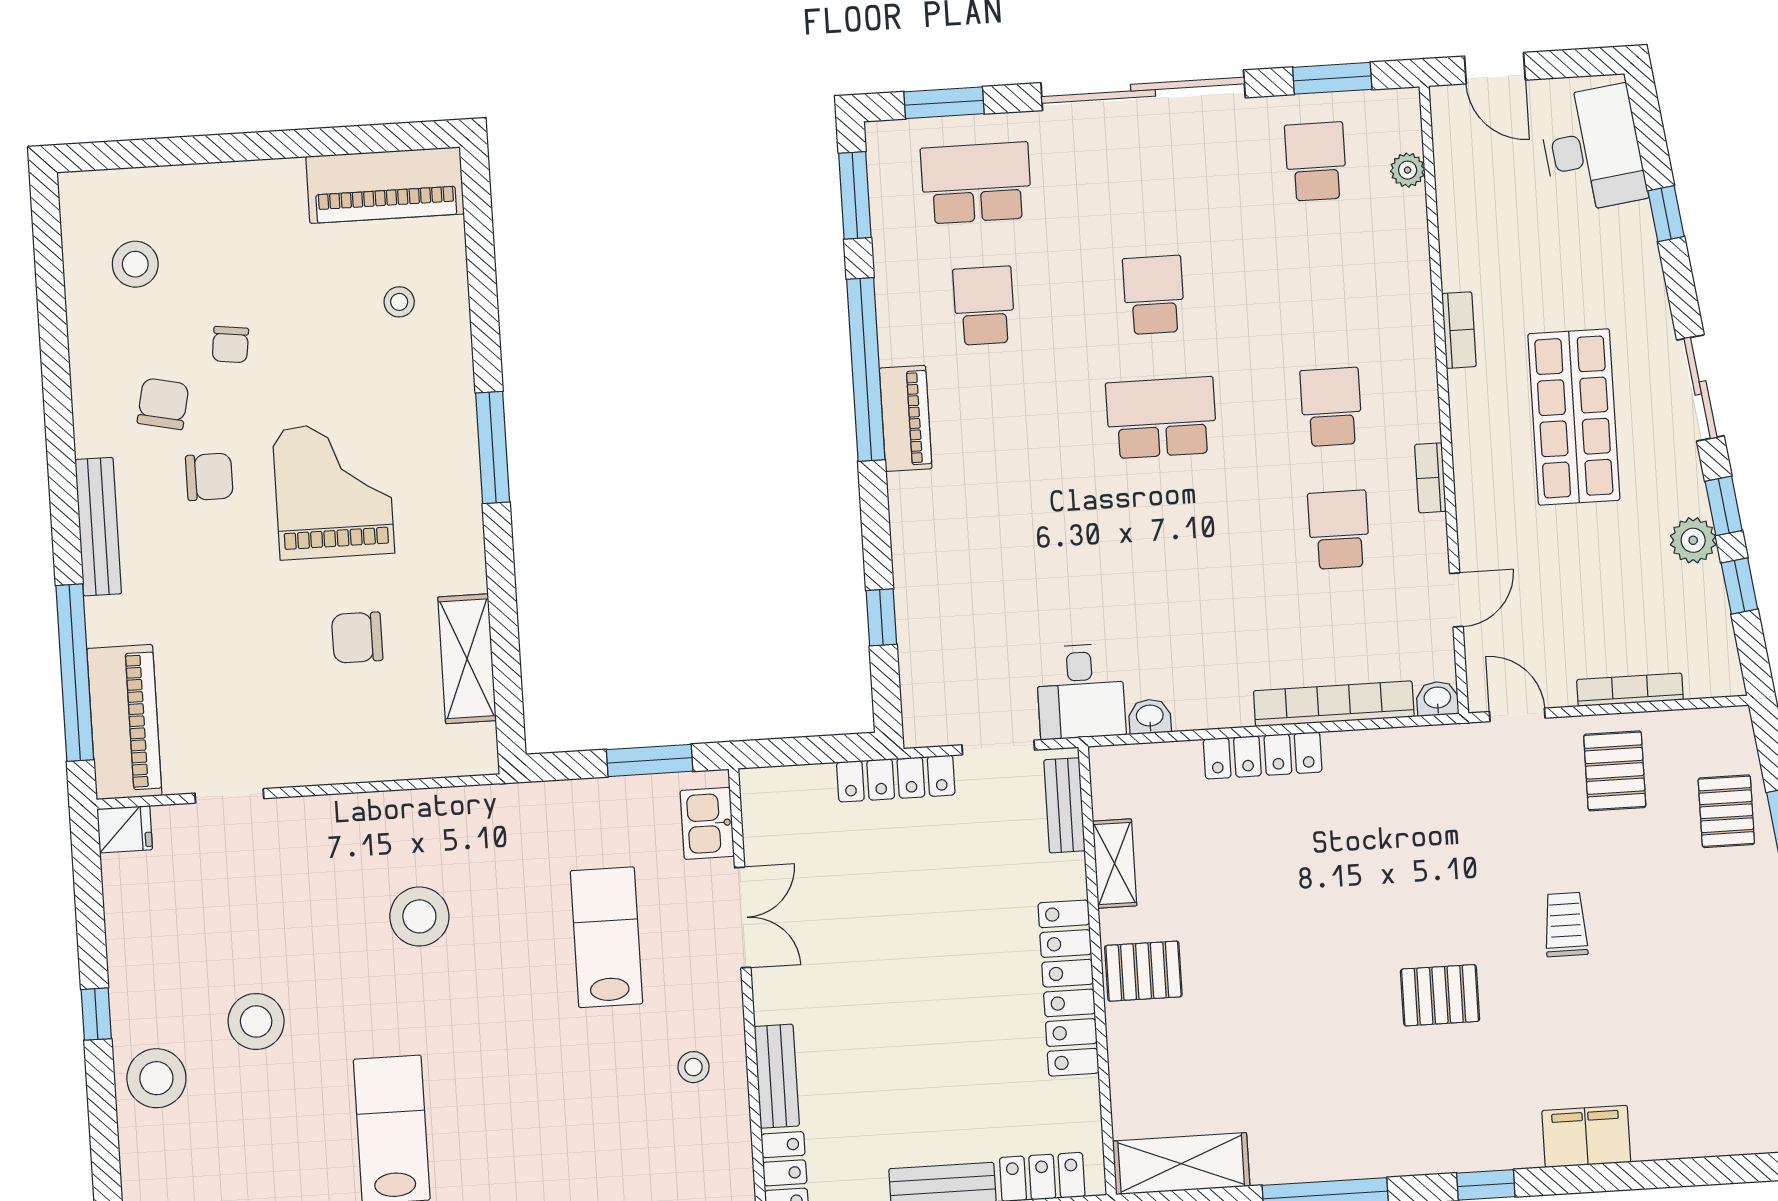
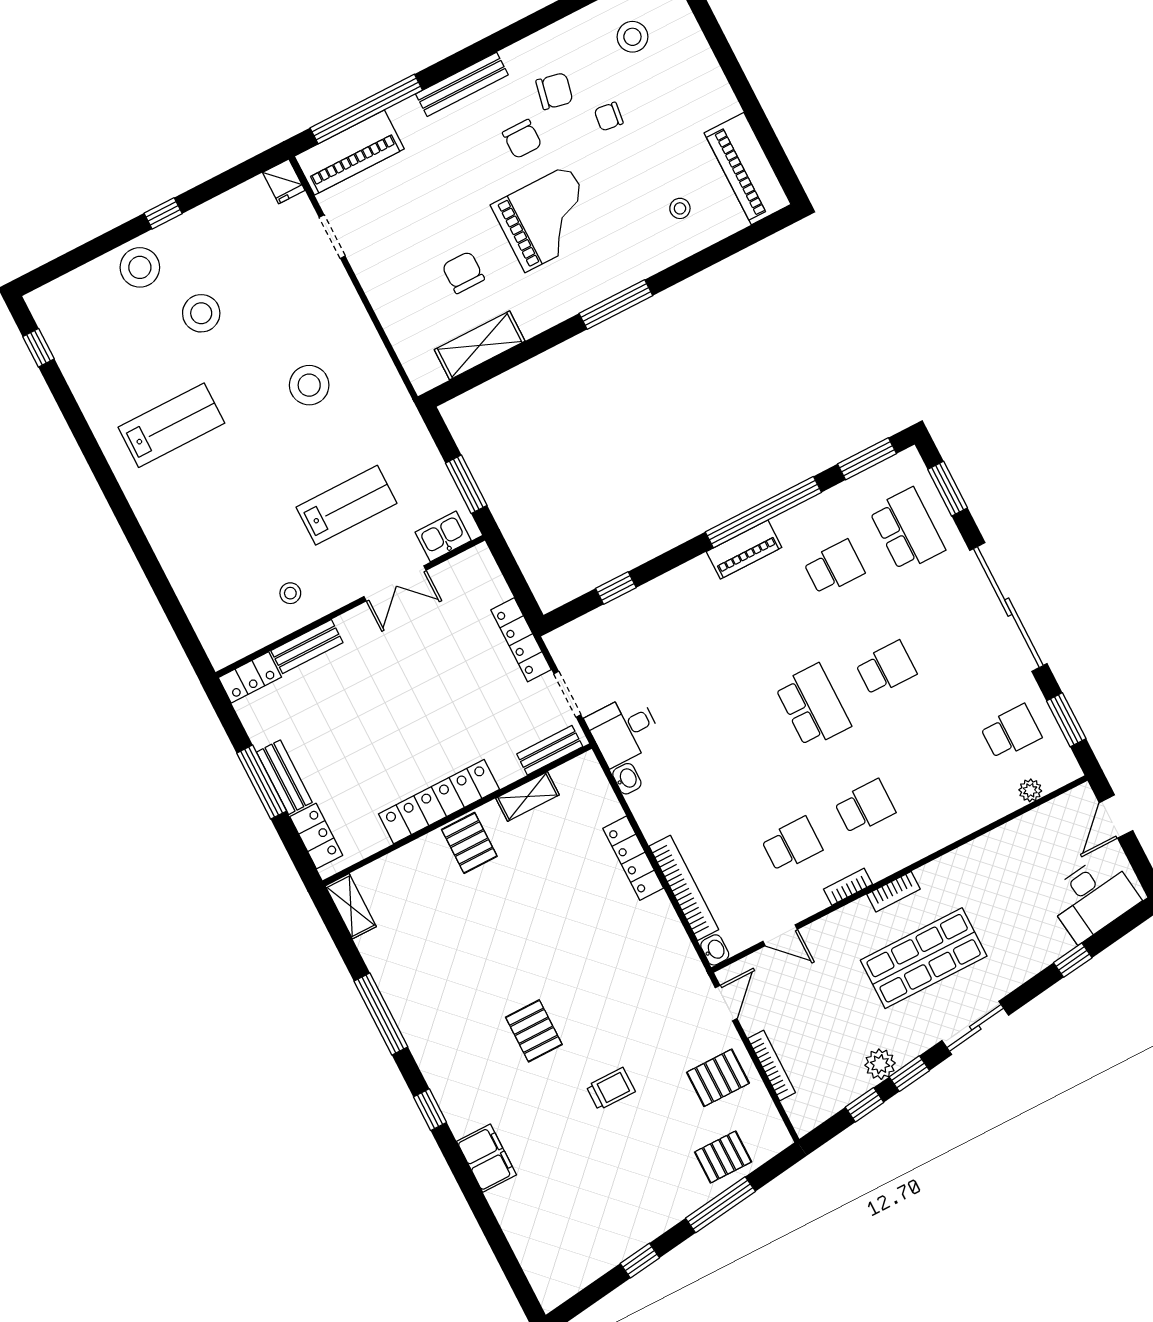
bookcase: (1459, 330) -> (893, 892), moved
shelving: (1181, 1164) -> (351, 906), width x0.67, depth x0.75

